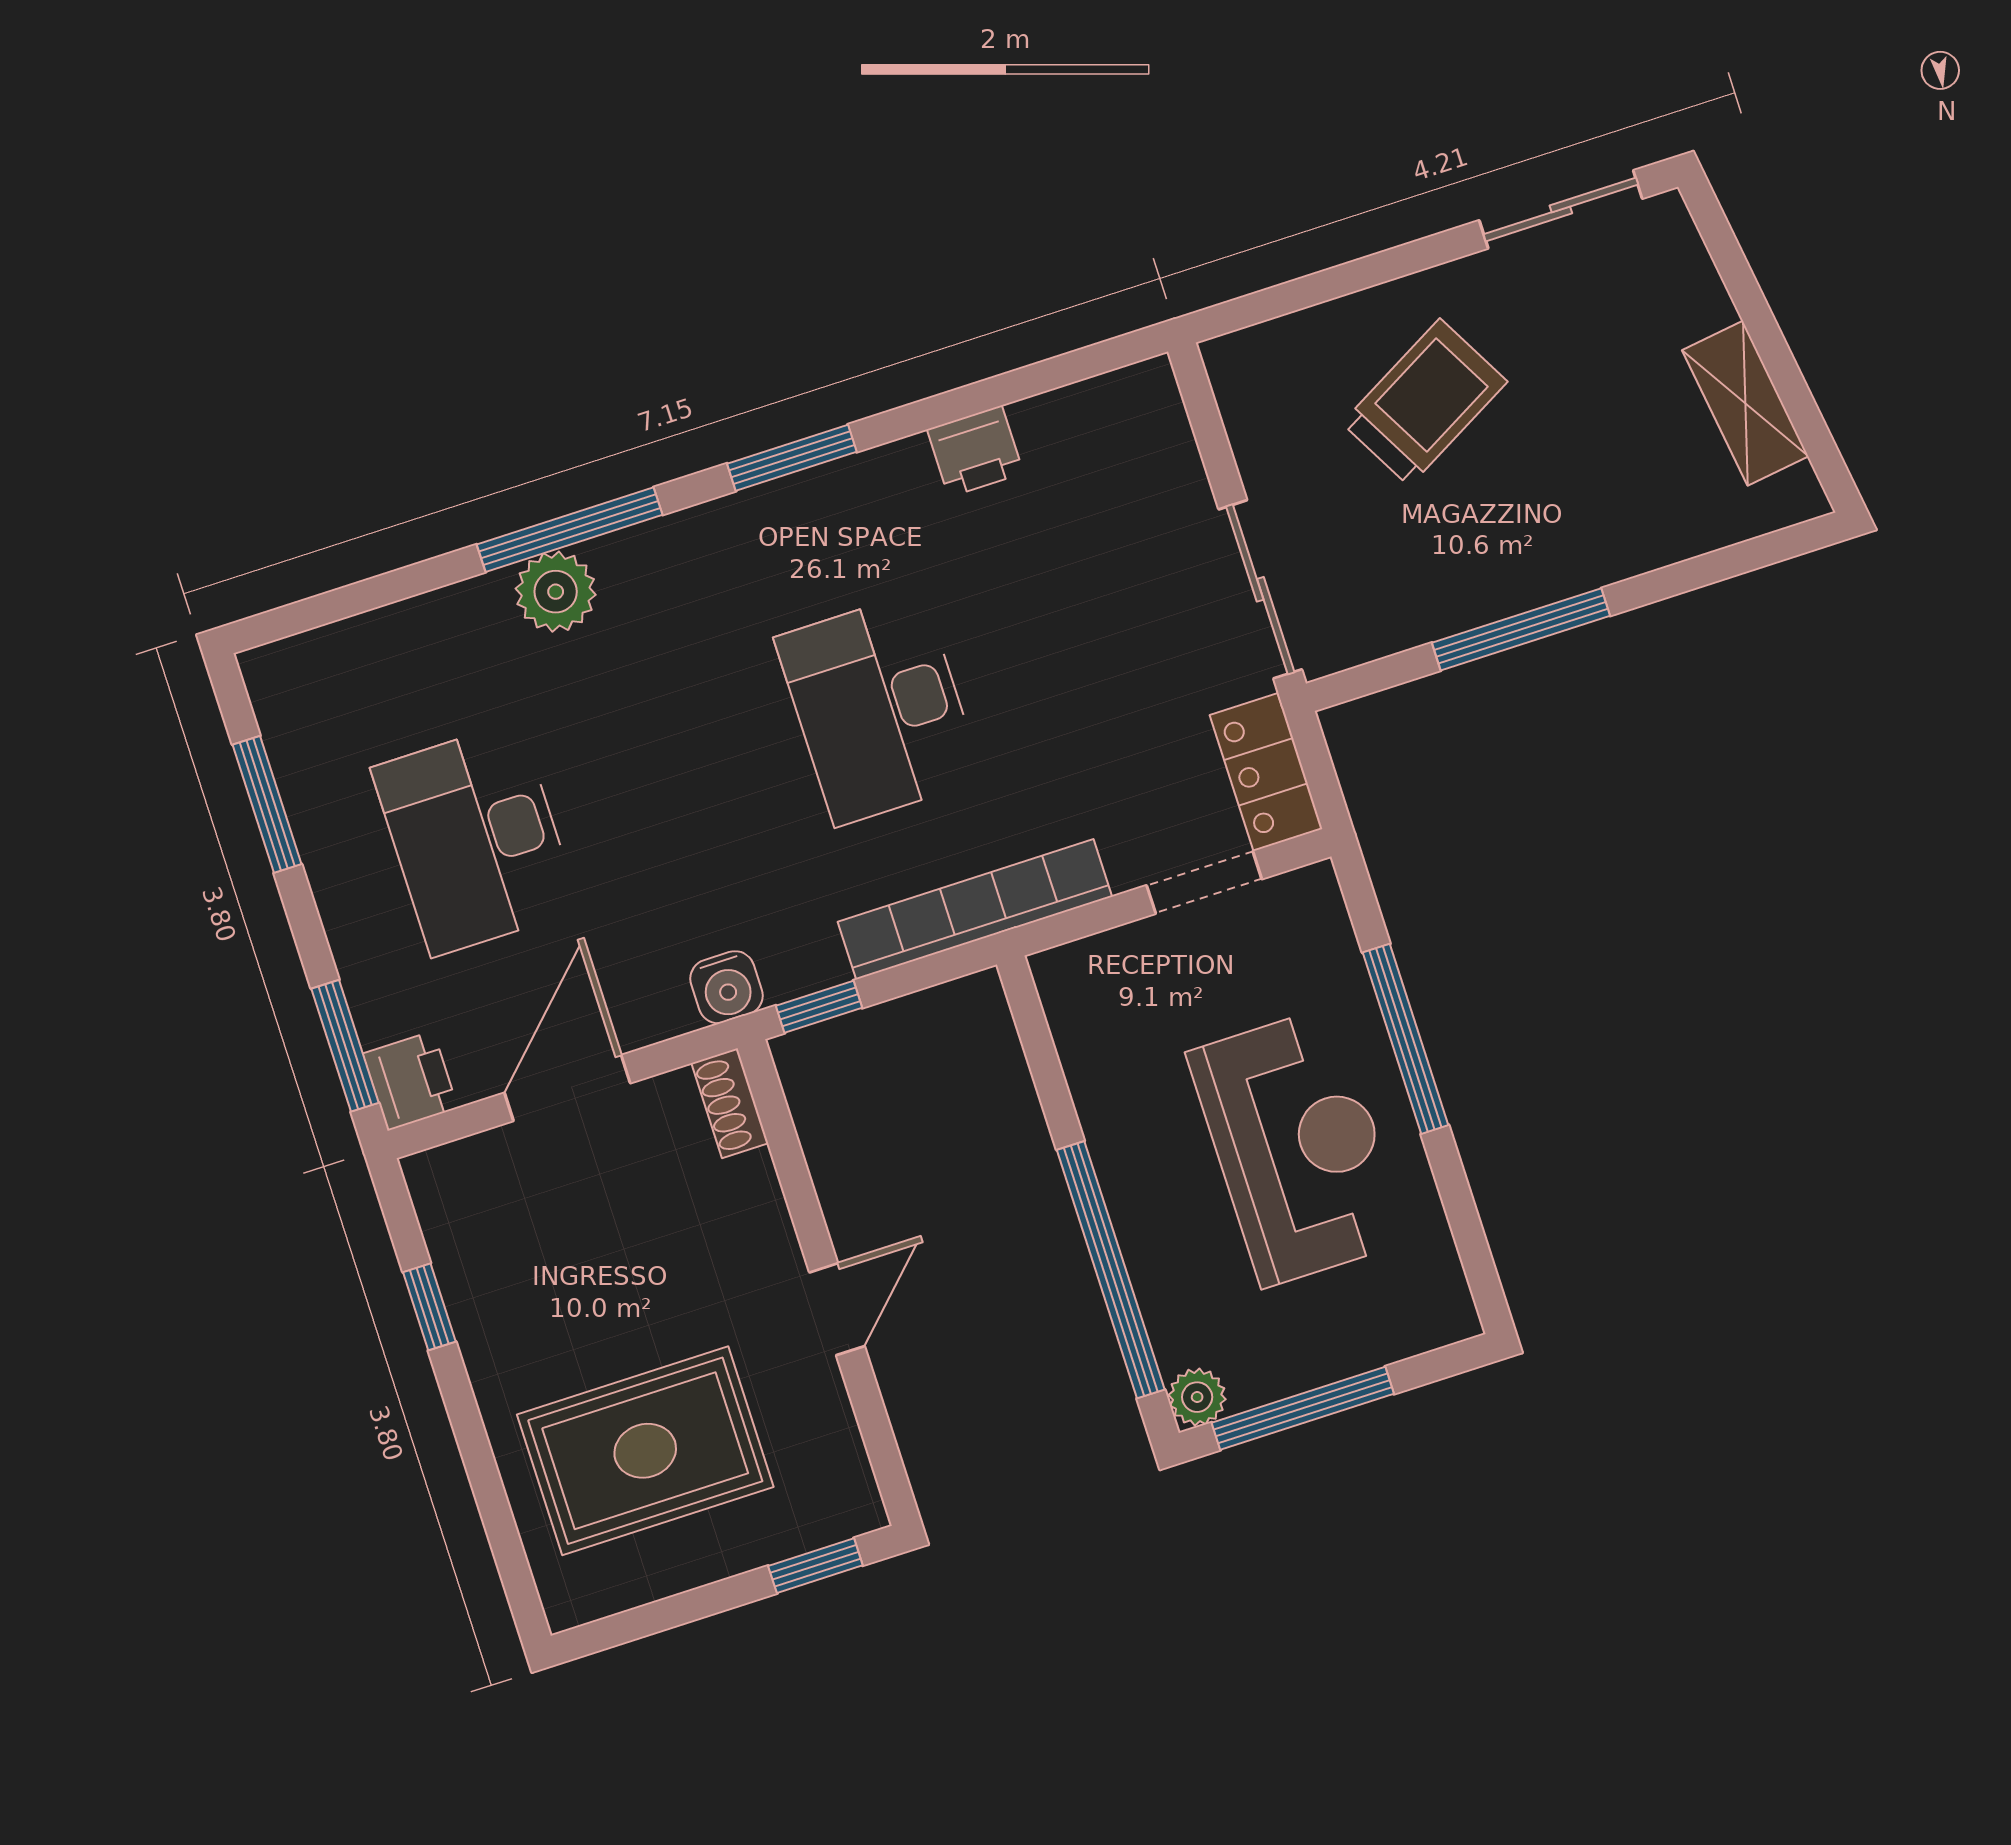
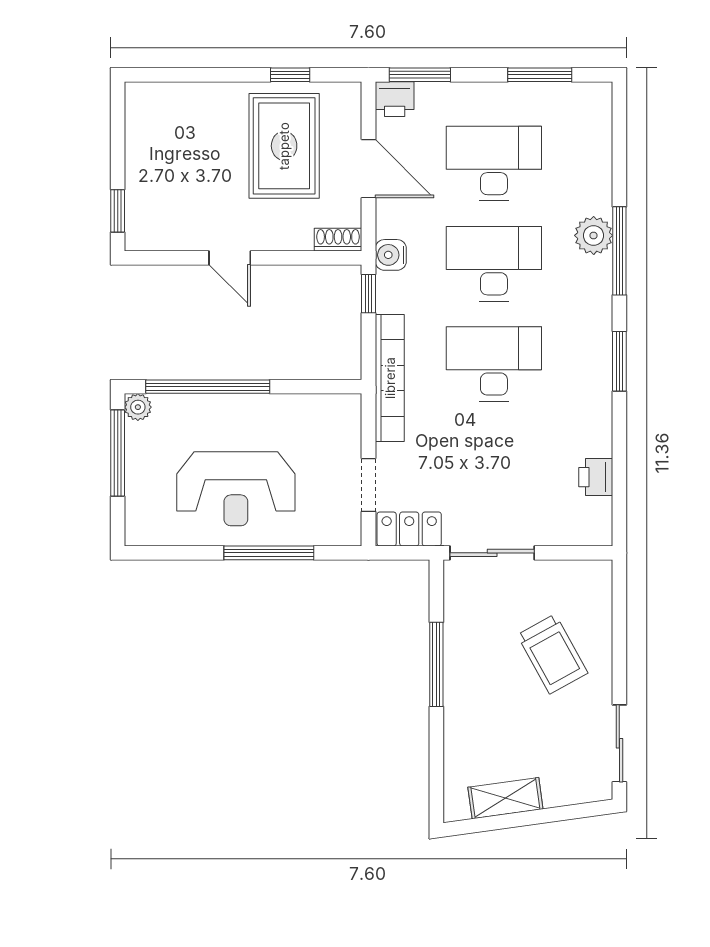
printer: (975, 451) -> (596, 477), moved
desk: (677, 774) -> (494, 264), added
rug: (645, 1451) -> (284, 146), moved

